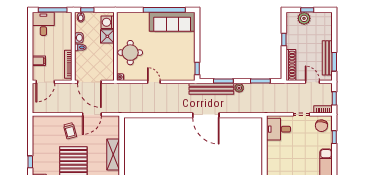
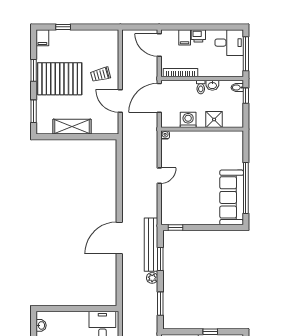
washing machine: (108, 22) -> (188, 120), moved
printer: (38, 49) -> (198, 36), added
round table: (130, 53) -> (195, 147), removed

